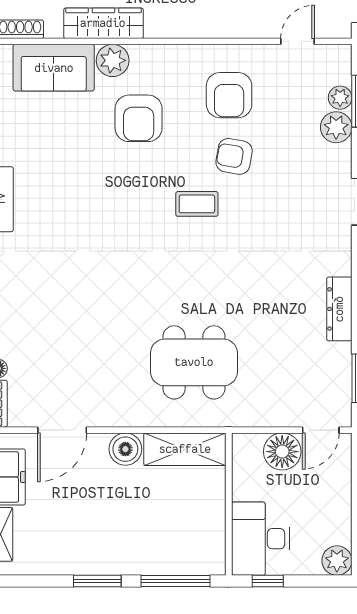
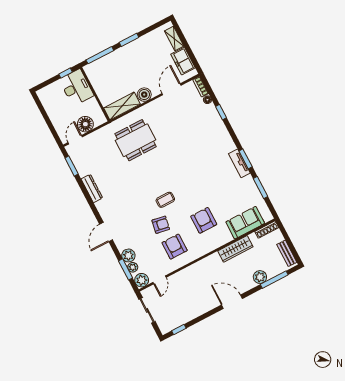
plant: (113, 60) -> (142, 280), moved
plant: (337, 561) -> (44, 94), removed

